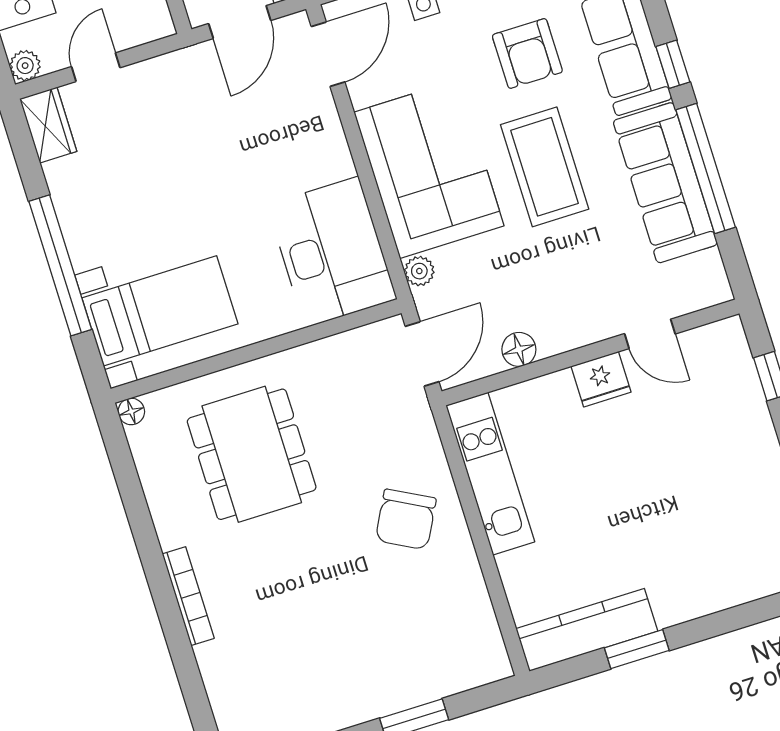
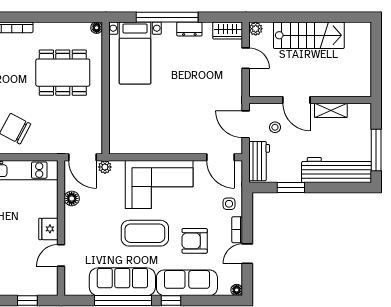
dresser: (71, 209) -> (189, 29), added
desk: (332, 252) -> (137, 133), removed
plant: (419, 271) -> (105, 167), moved

